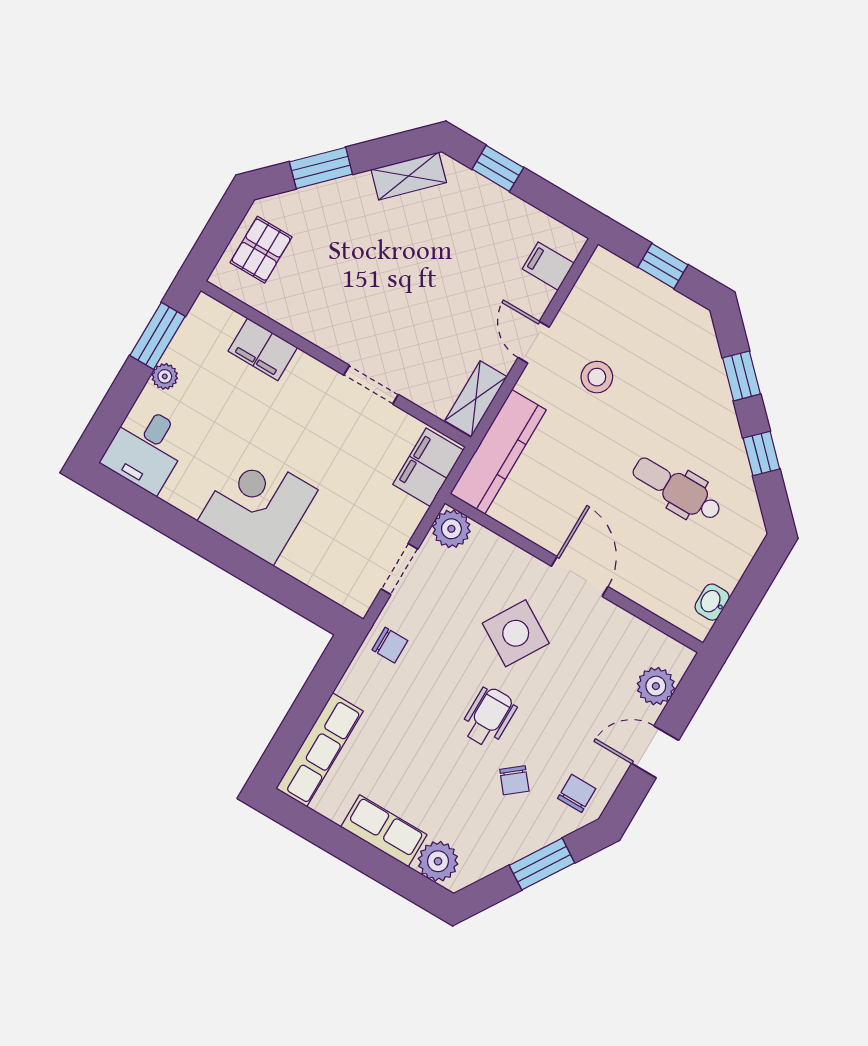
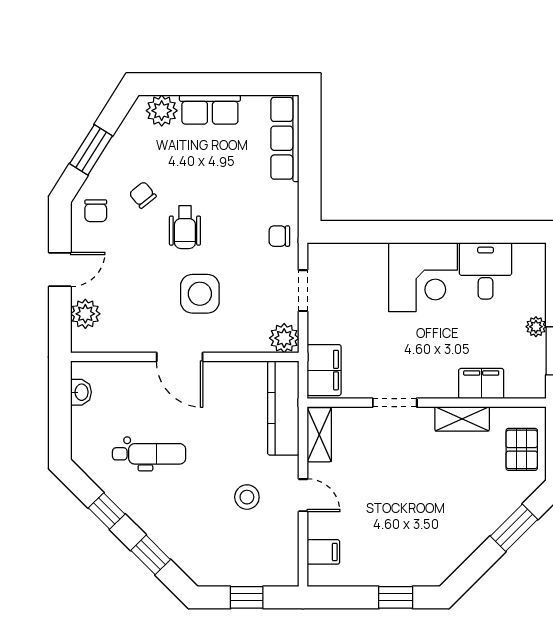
shelving: (409, 176) -> (462, 419), moved, turned 45
desk: (146, 449) -> (486, 271), moved
side table: (516, 633) -> (200, 294), turned -31

